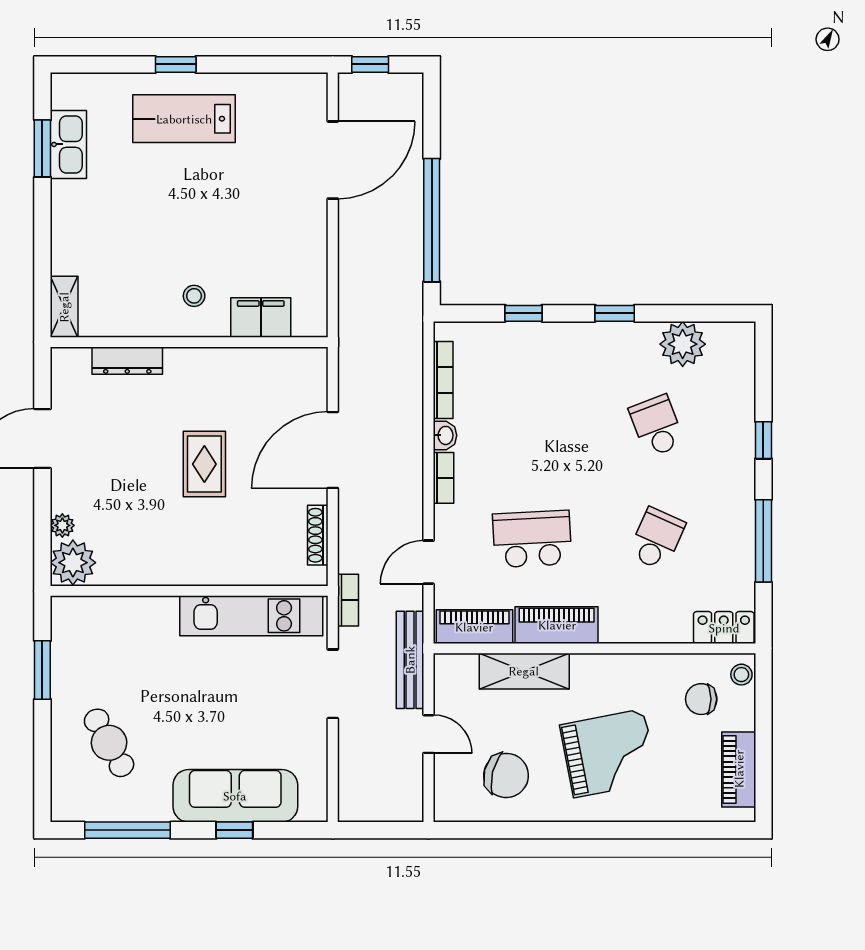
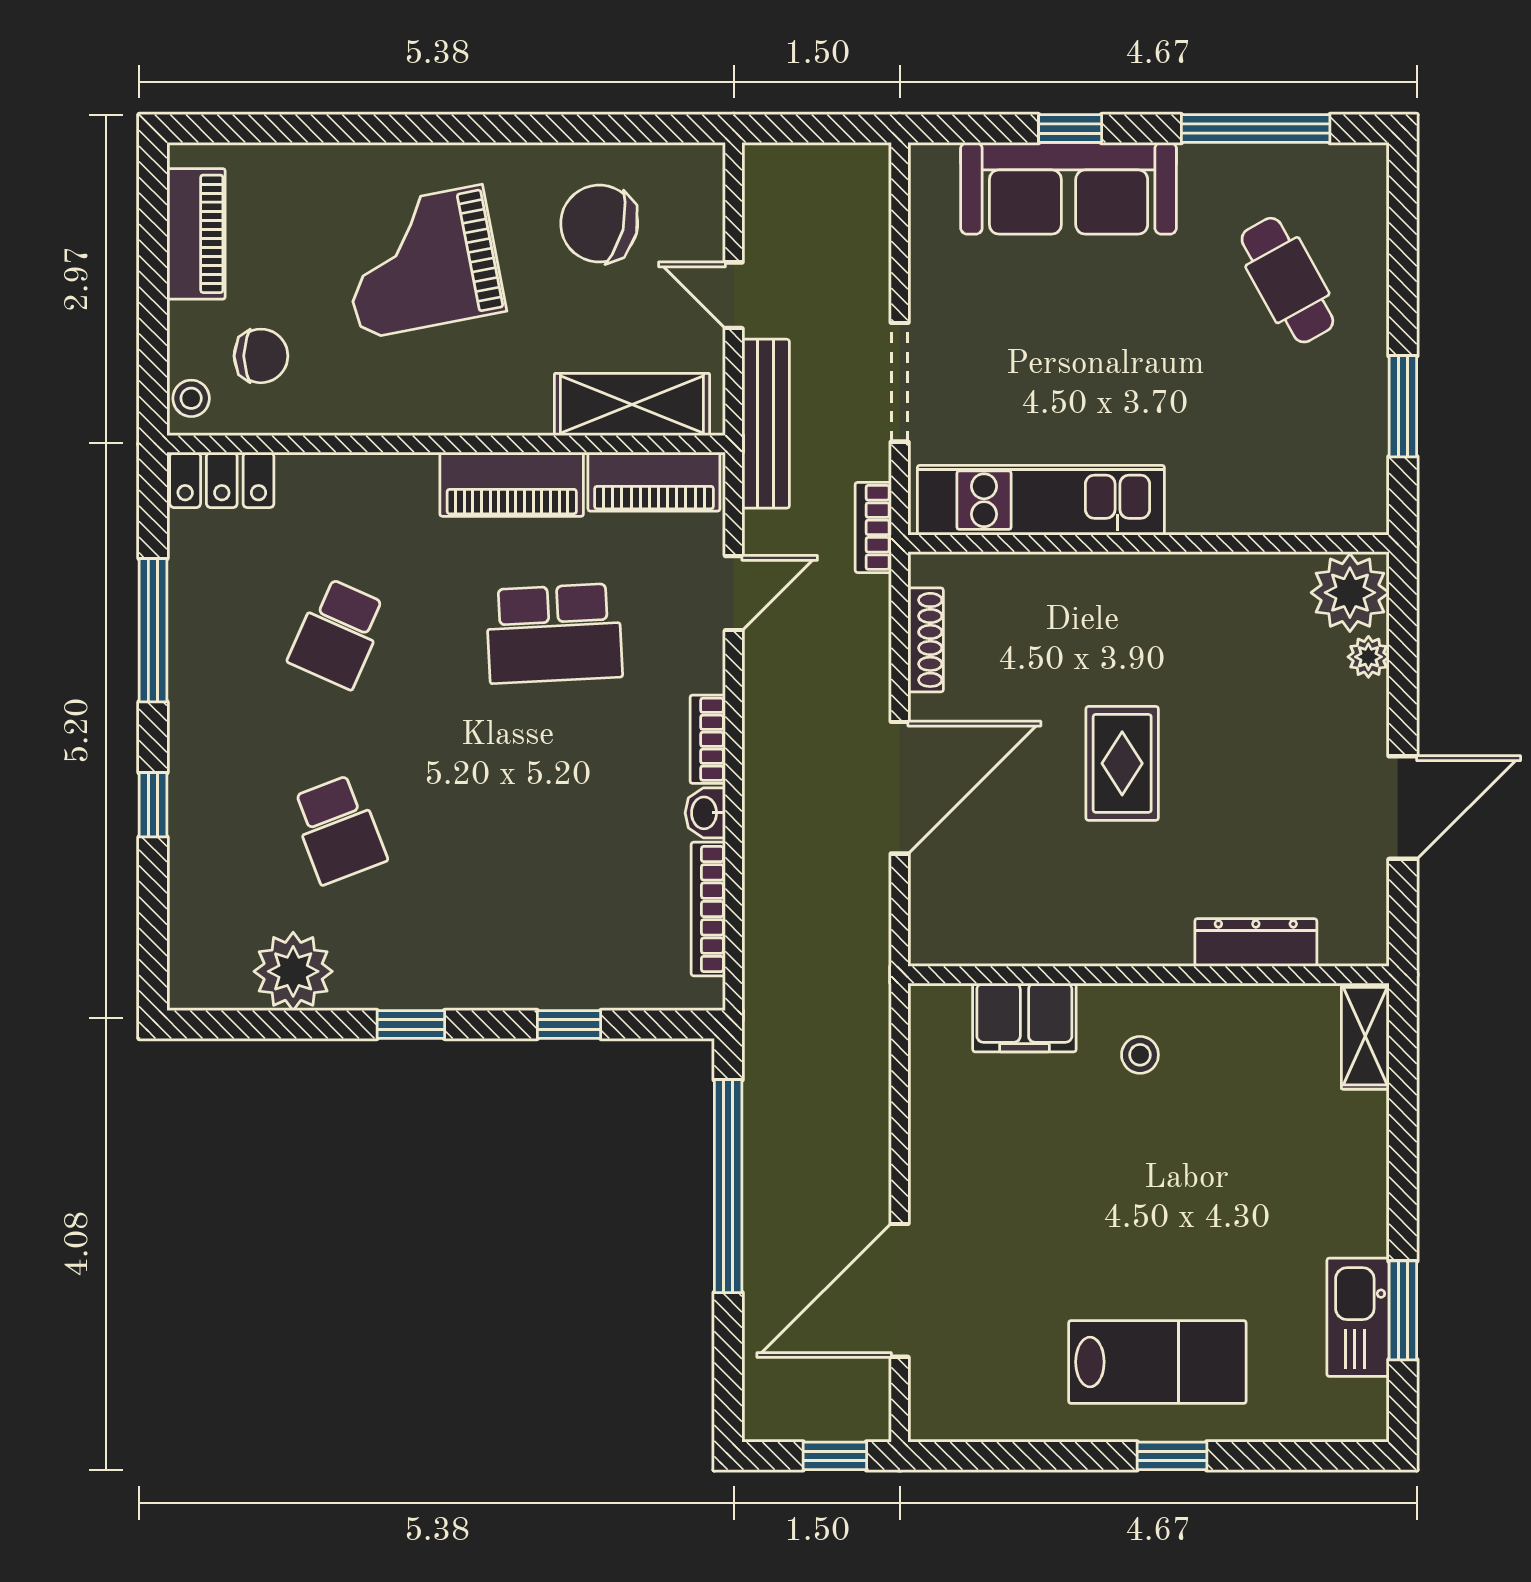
shelving: (524, 671) -> (632, 404), moved

